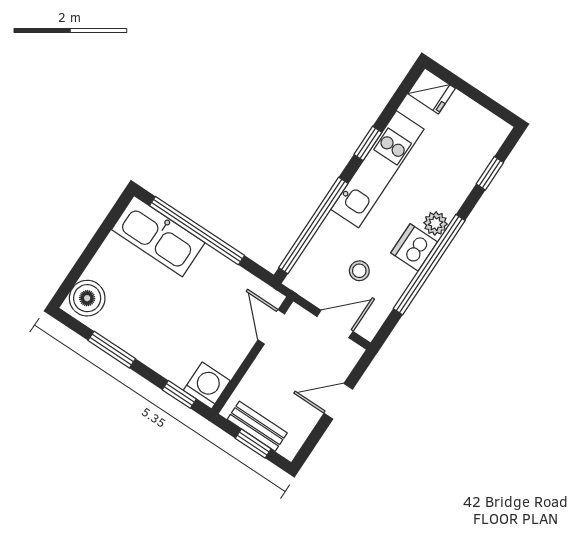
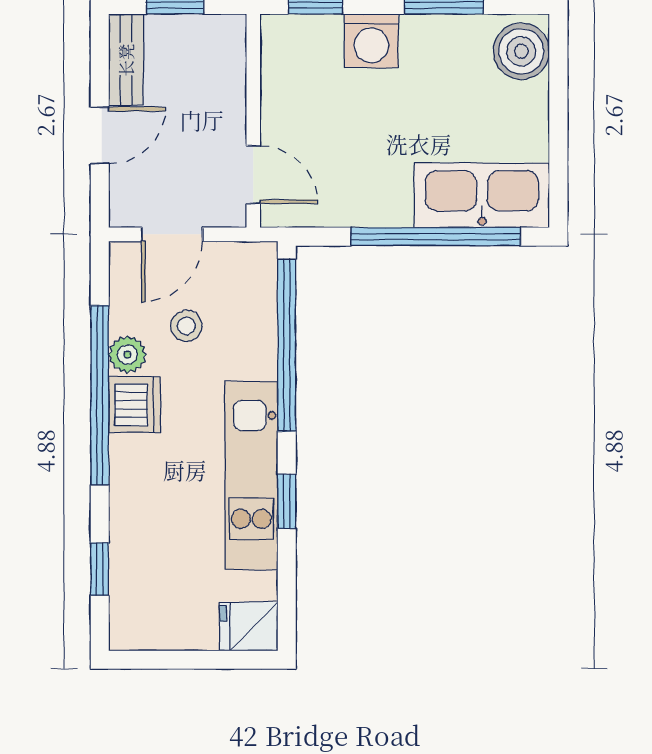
plant: (435, 223) -> (127, 355), moved
washing machine: (207, 386) -> (371, 41), moved
bench: (257, 426) -> (126, 60), moved, turned 90

